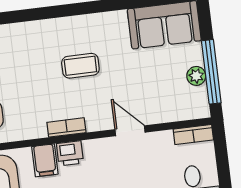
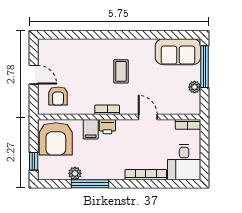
coffee table: (80, 66) -> (121, 71), turned 90
window: (211, 72) -> (204, 67), moved

